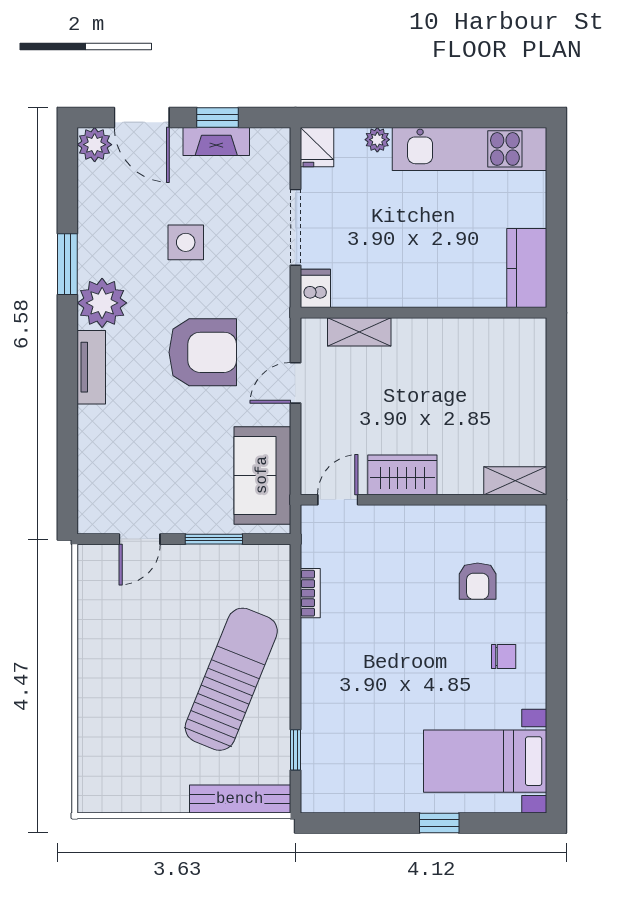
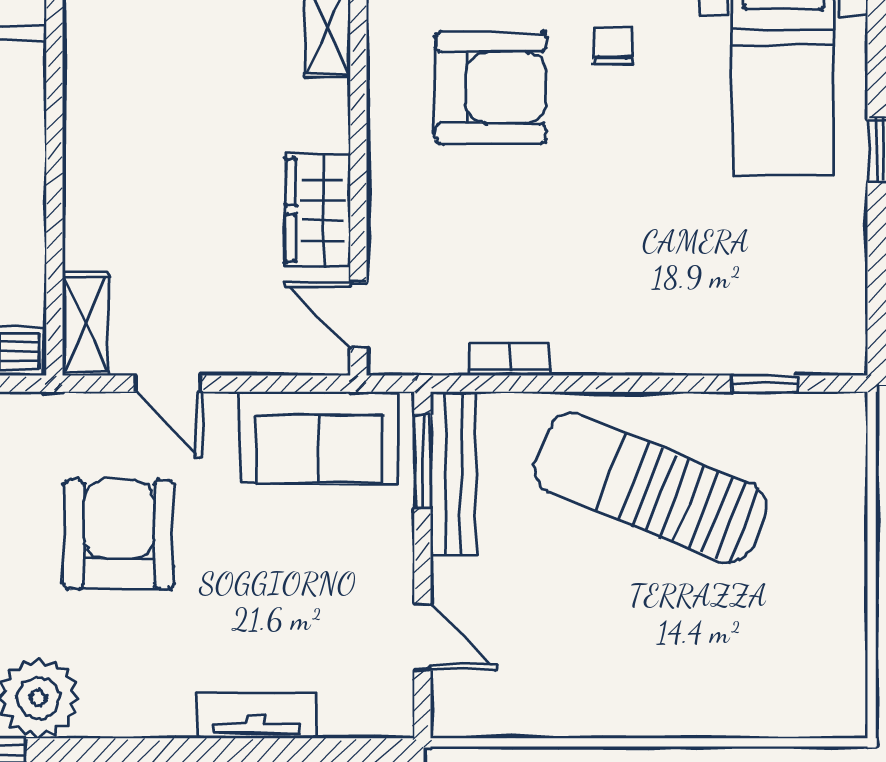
shelving: (359, 332) -> (86, 324), moved
tv unit: (91, 367) -> (256, 715), moved
window: (214, 539) -> (422, 461), moved
armchair: (478, 581) -> (491, 88), width x1.88, depth x1.88
bench: (240, 799) -> (453, 474), moved

